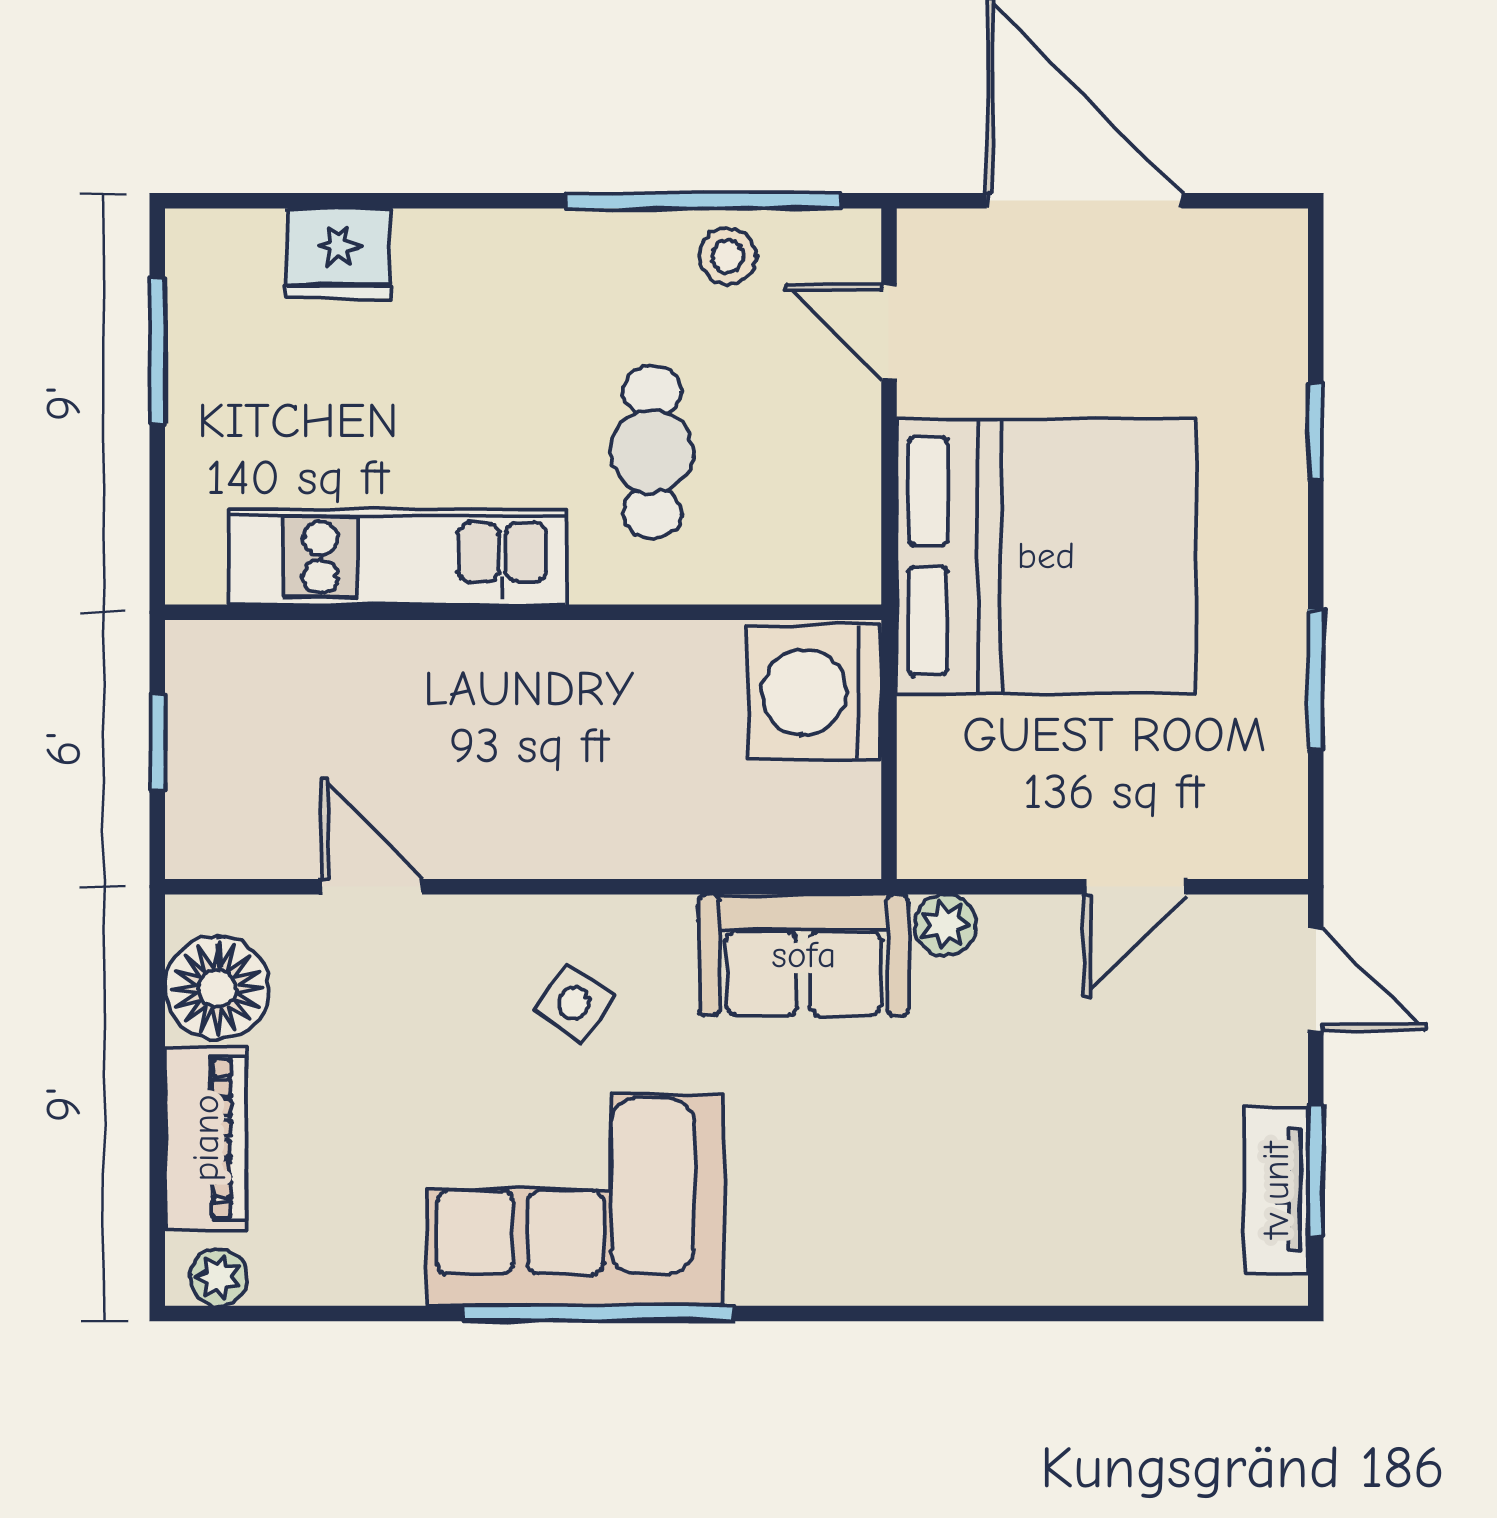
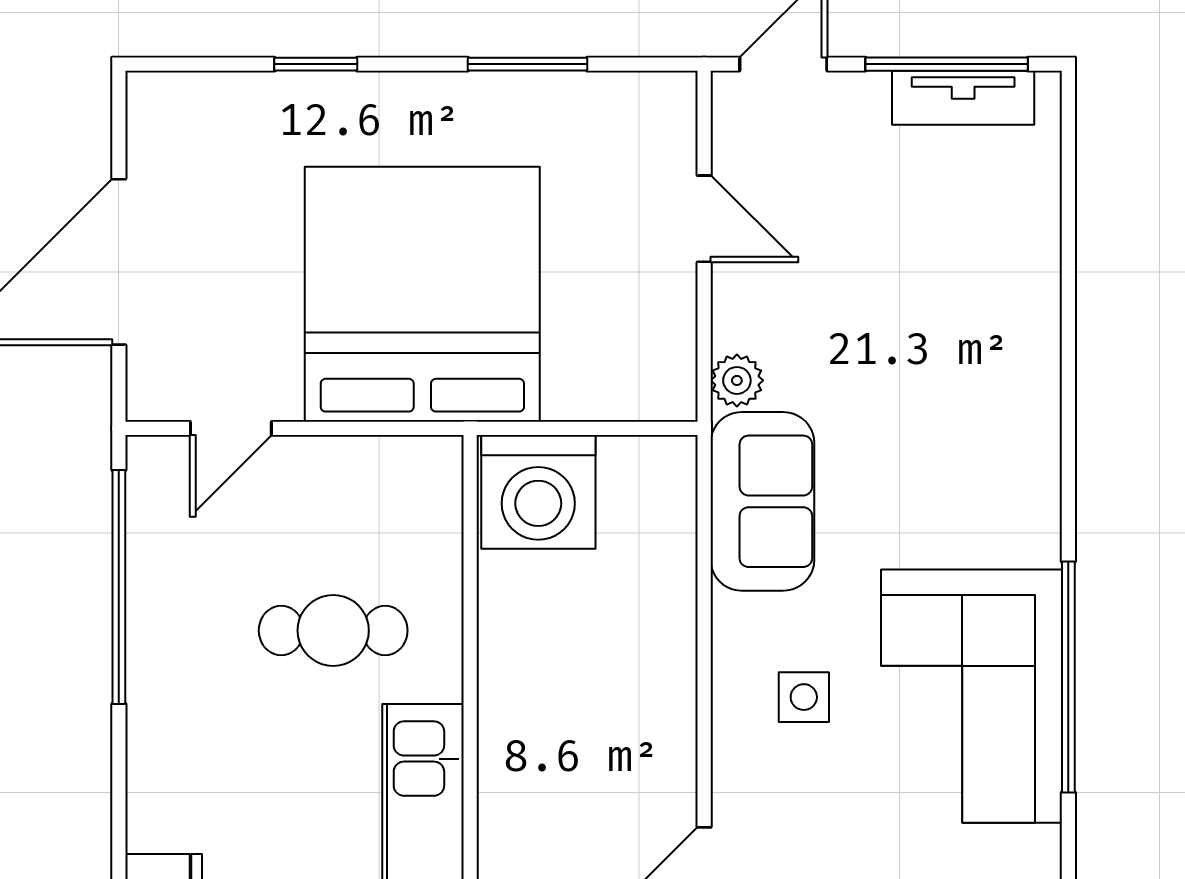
stool: (728, 256) -> (166, 566), removed
side table: (574, 1003) -> (804, 697), turned -35
window: (1316, 1171) -> (947, 64), width x1.44

